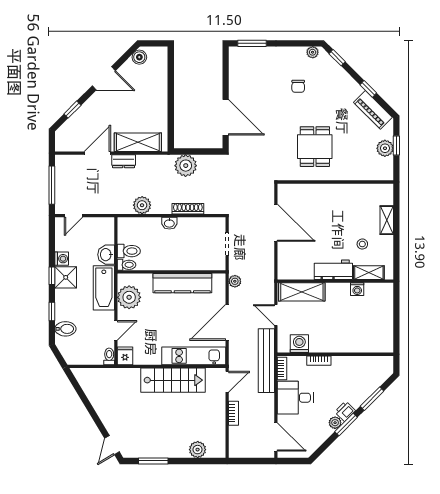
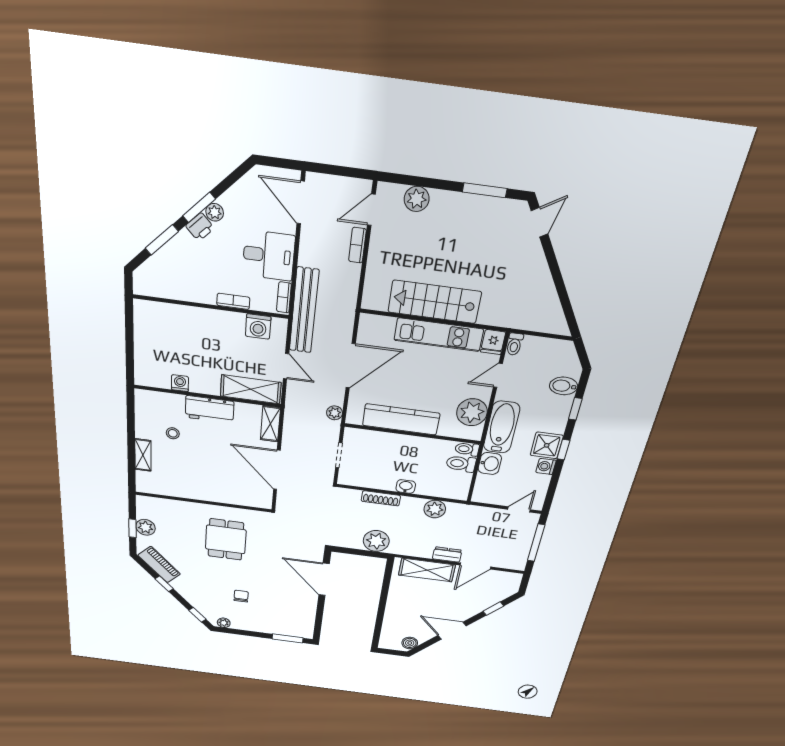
shelving: (369, 273) -> (270, 424), moved, turned 90
kitchen unit: (194, 356) -> (439, 335), moved
door: (227, 382) -> (371, 210), moved

